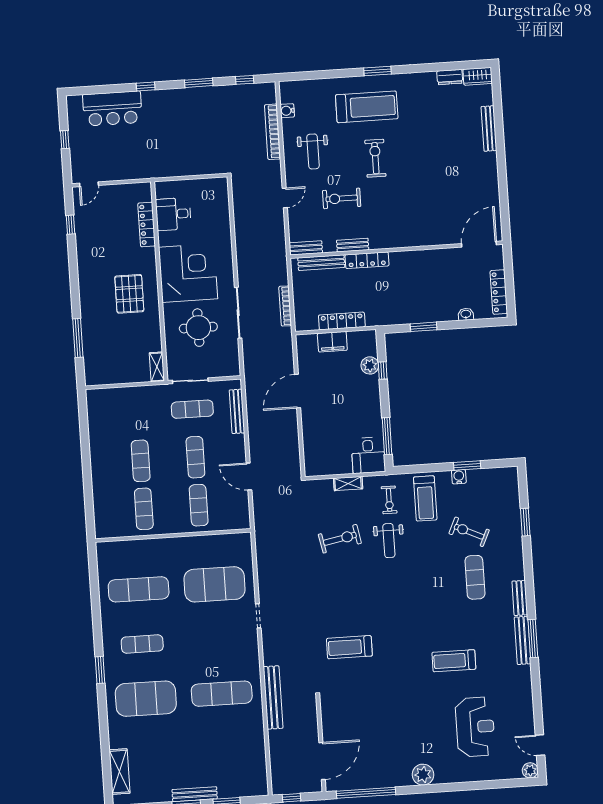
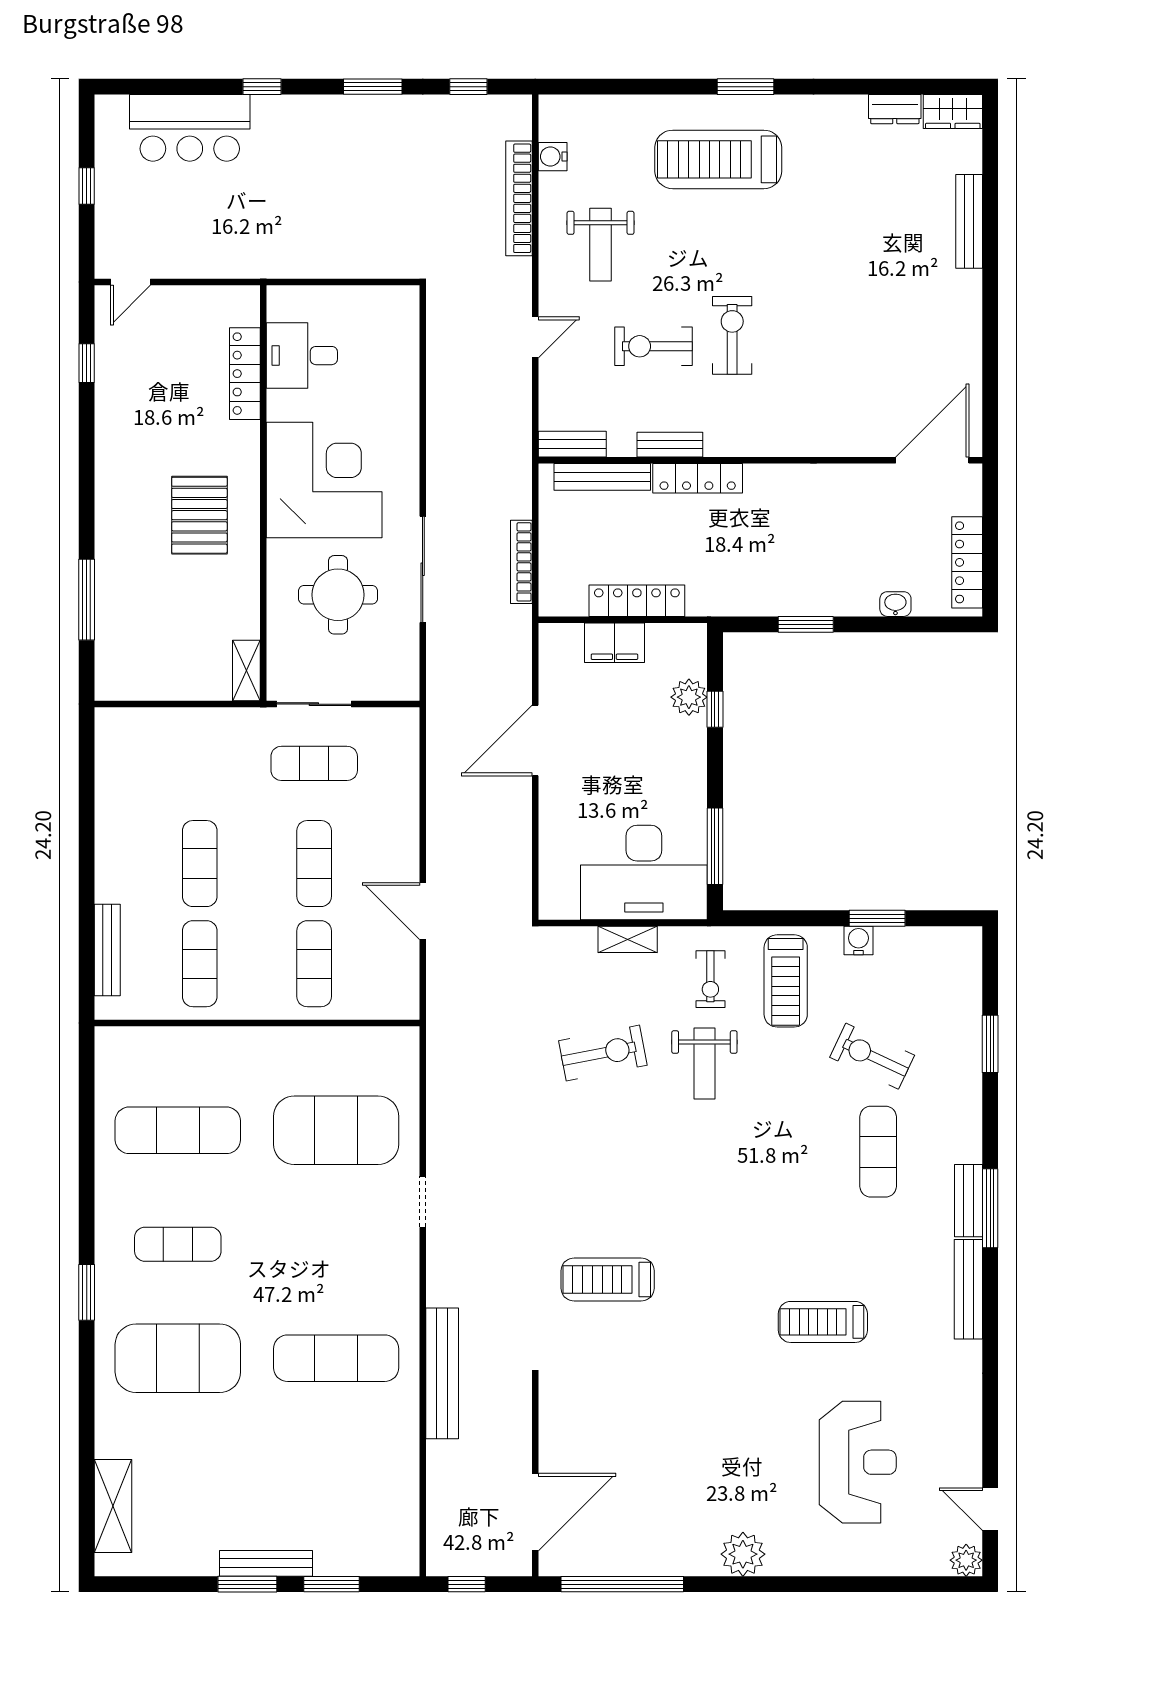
treadmill: (367, 107) -> (718, 159), turned 180
exercise bike: (375, 158) -> (732, 335), moved
bench: (237, 411) -> (107, 950), moved
desk: (368, 455) -> (644, 872), width x1.87, depth x1.30
window: (533, 638) -> (990, 1208), moved

